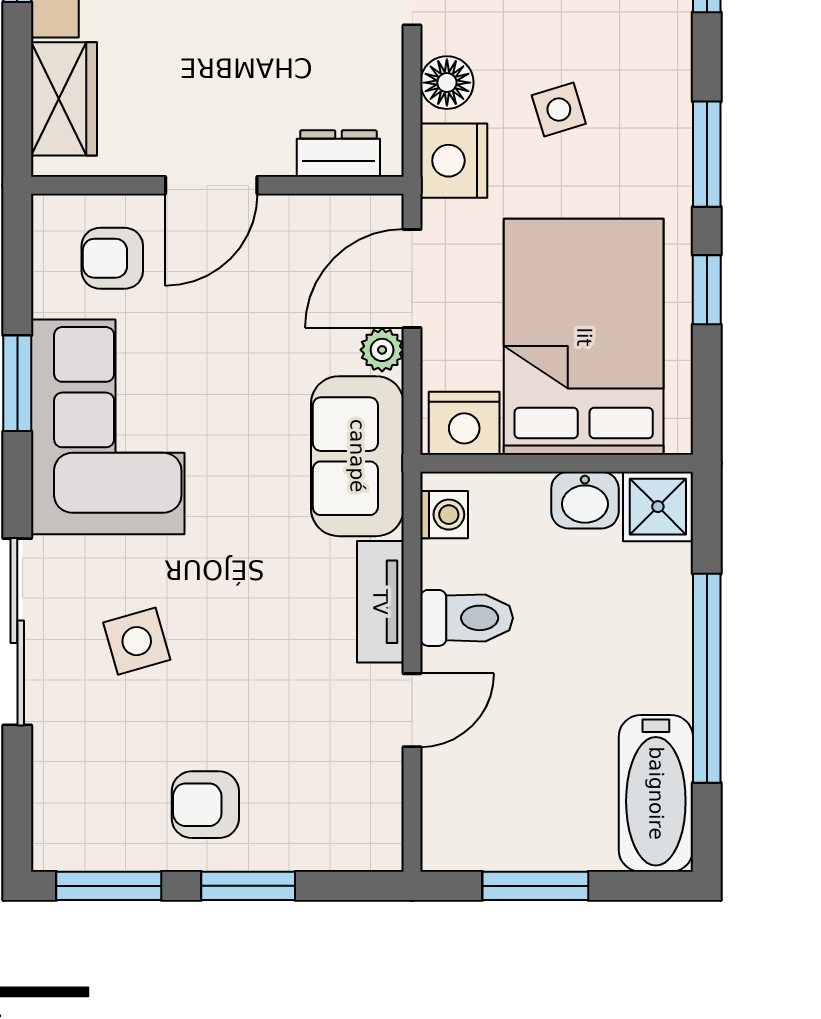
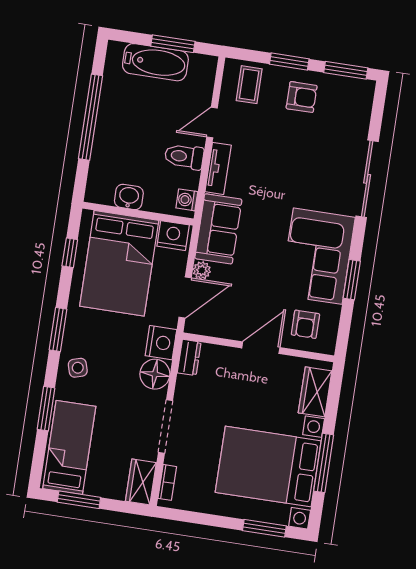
floor lamp: (447, 83) -> (155, 374), width x1.38, depth x1.38
side table: (559, 110) -> (78, 368), moved
dresser: (338, 154) -> (189, 357), moved, turned -90
armchair: (112, 258) -> (305, 324), turned 90
window: (707, 290) -> (70, 253), moved
shower: (658, 507) -> (100, 190), removed
side table: (137, 641) -> (319, 168), removed
bathtub: (656, 793) -> (155, 62), moved, turned 90
coffee table: (336, 815) -> (249, 85), added

